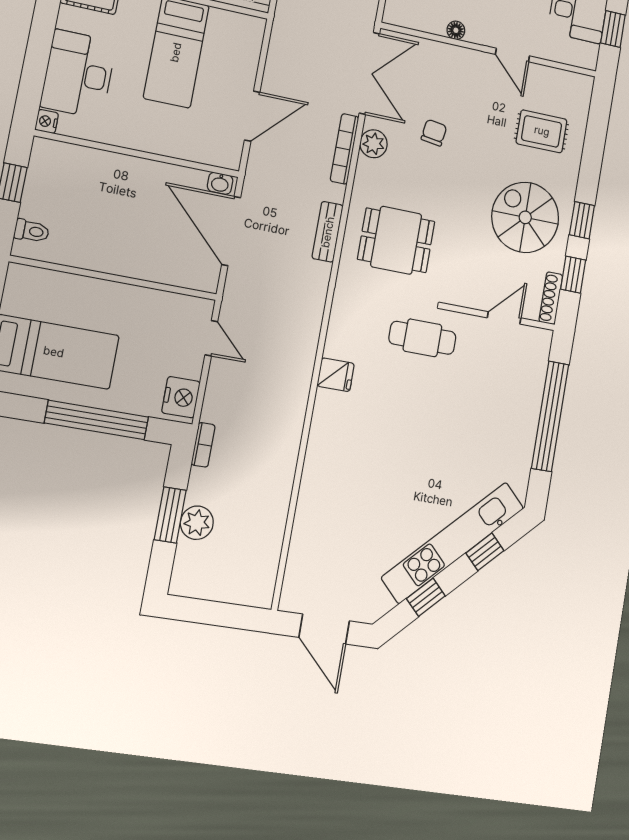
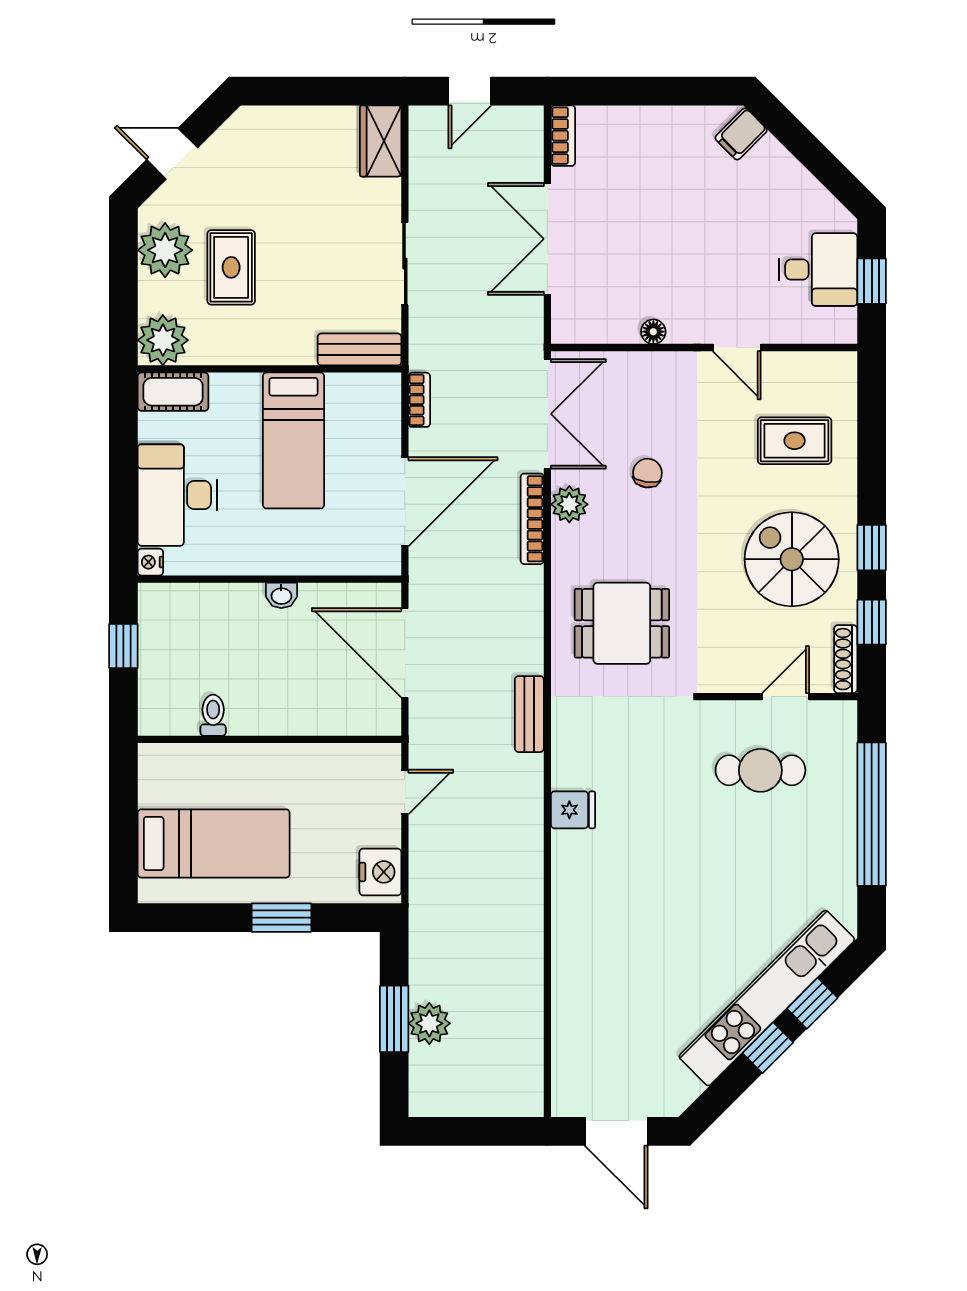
door: (252, 116) -> (405, 502), width x1.36
washbasin: (220, 183) -> (281, 595), moved
toilet: (32, 231) -> (213, 715), moved, turned -90
bench: (328, 232) -> (529, 714), moved
door: (211, 338) -> (405, 792), hinge flipped
cafe table: (422, 338) -> (760, 770), moved
window: (97, 420) -> (281, 918), width x0.47
bookcase: (203, 445) -> (419, 400), moved
window: (426, 597) -> (768, 1048), moved

